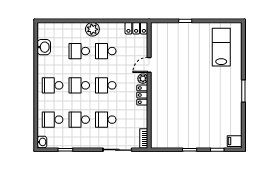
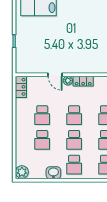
plant: (92, 29) -> (22, 172), moved
washbasin: (44, 47) -> (53, 173), moved

